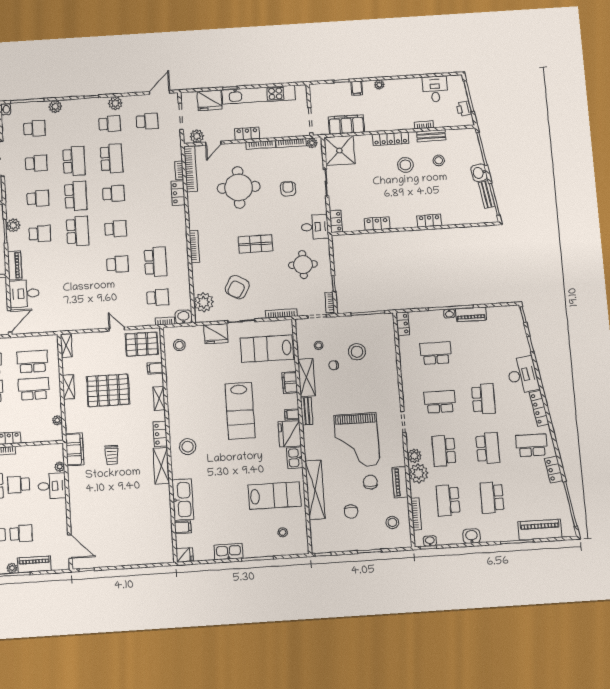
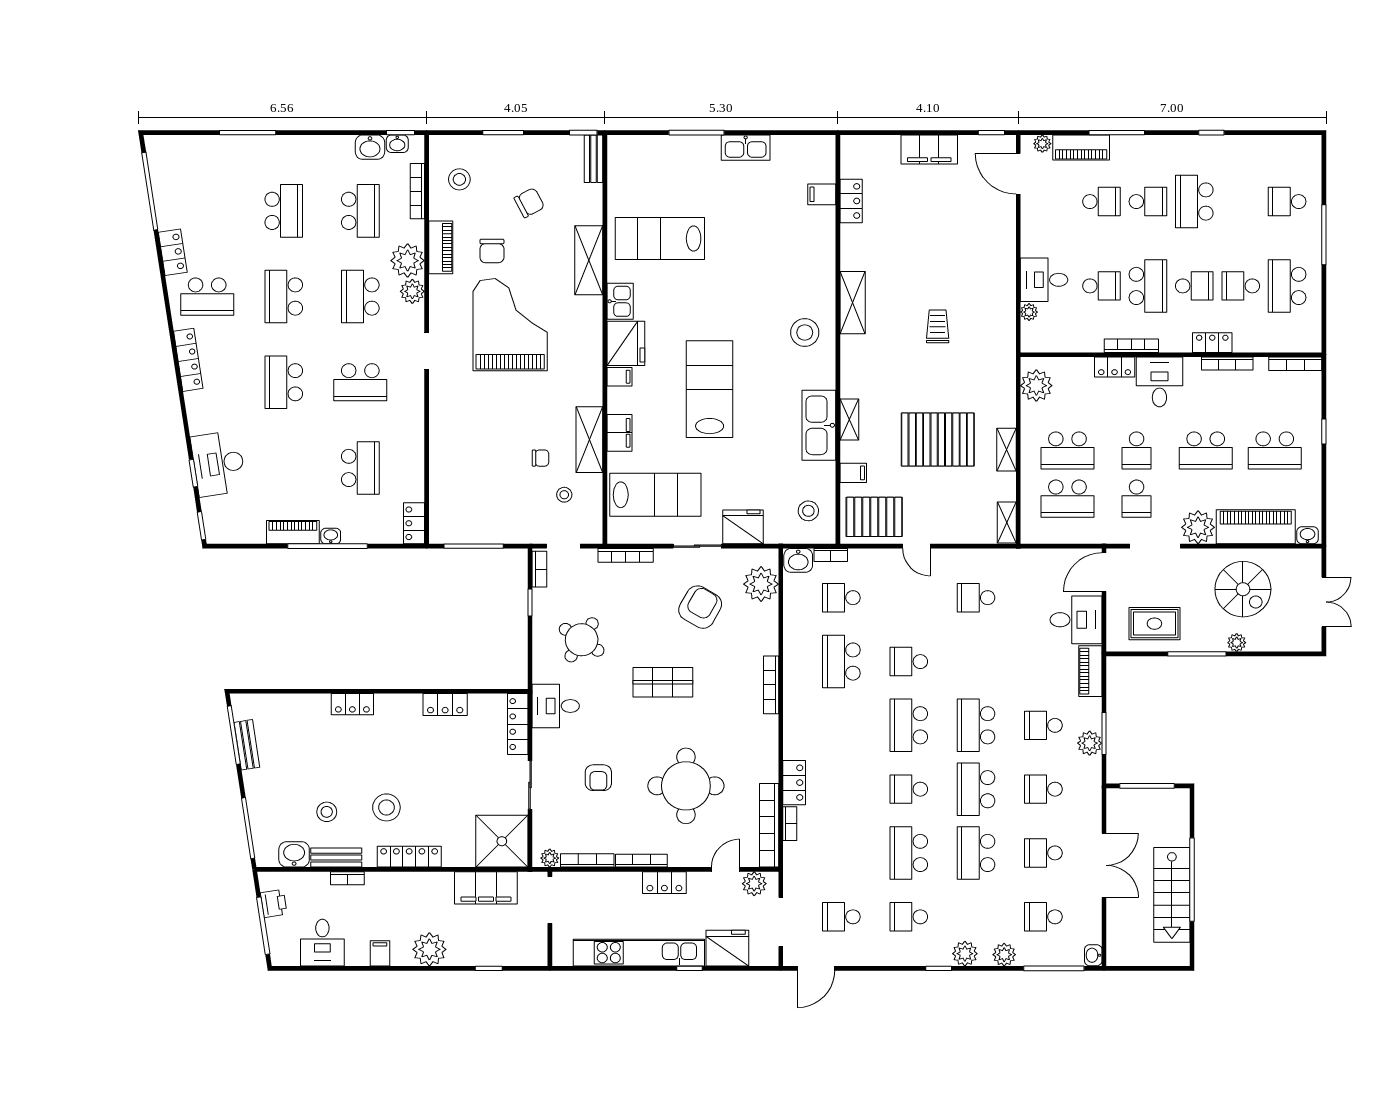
plant: (379, 85) -> (429, 949), width x1.88, depth x1.88
filing cabinet: (357, 88) -> (380, 953), moved
plant: (115, 103) -> (965, 954), moved
washbasin: (479, 173) -> (294, 854), moved, turned -81
locker: (336, 221) -> (518, 724), width x1.53
school desk: (116, 229) -> (909, 725), width x1.85
round table: (303, 265) -> (582, 640), turned 33
school desk: (81, 302) -> (976, 598), added
stool: (357, 352) -> (498, 479), removed
school desk: (436, 353) -> (360, 468), turned -90
desk: (523, 375) -> (219, 464), moved
bench: (307, 411) -> (593, 159), moved
plant: (57, 420) -> (1036, 386), width x1.87, depth x1.87
locker: (160, 434) -> (851, 201), moved
filing cabinet: (75, 449) -> (929, 149), moved, turned -90
school desk: (444, 451) -> (360, 297), turned 180
shelving: (315, 490) -> (589, 260), width x0.68
kitchen sink: (183, 500) -> (819, 425), moved
chair: (351, 511) -> (529, 203), turned 62
piano: (540, 530) -> (206, 151), removed
stool: (283, 532) -> (650, 175), removed
school desk: (21, 533) -> (1101, 202), turned 180
washbasin: (472, 536) -> (370, 147), moved
fridge: (185, 555) -> (822, 147), removed
plant: (12, 568) -> (1042, 144), moved

